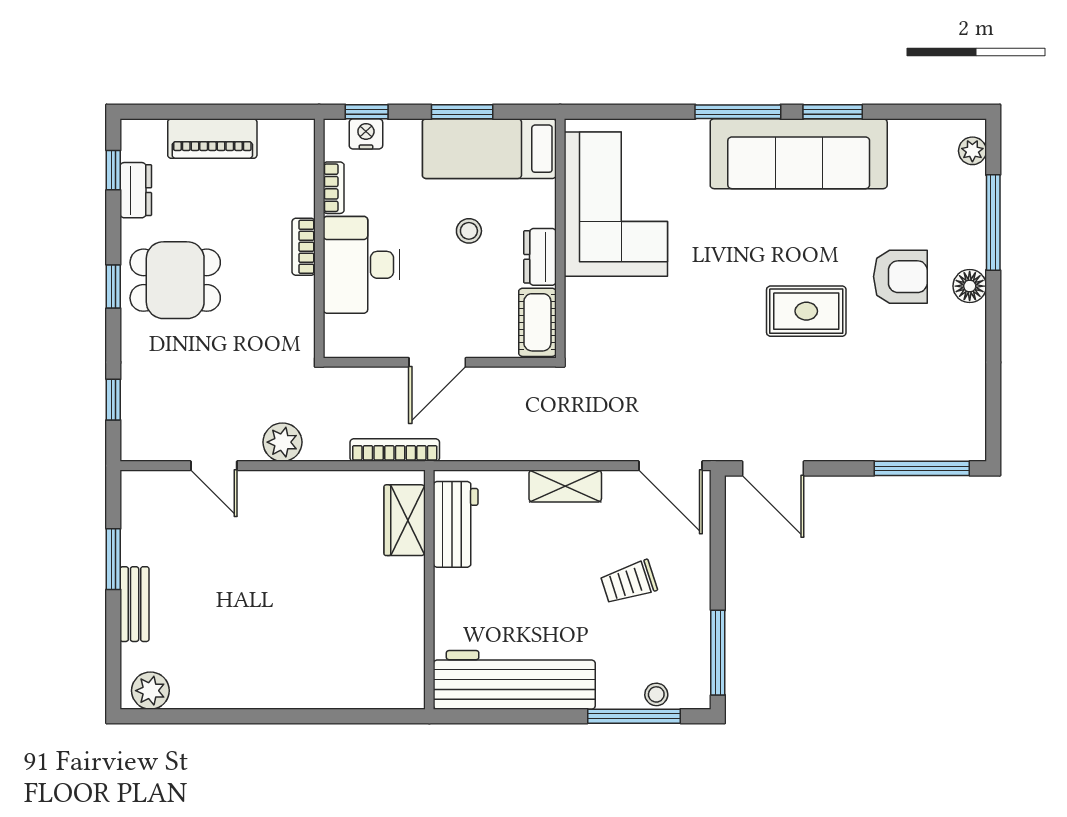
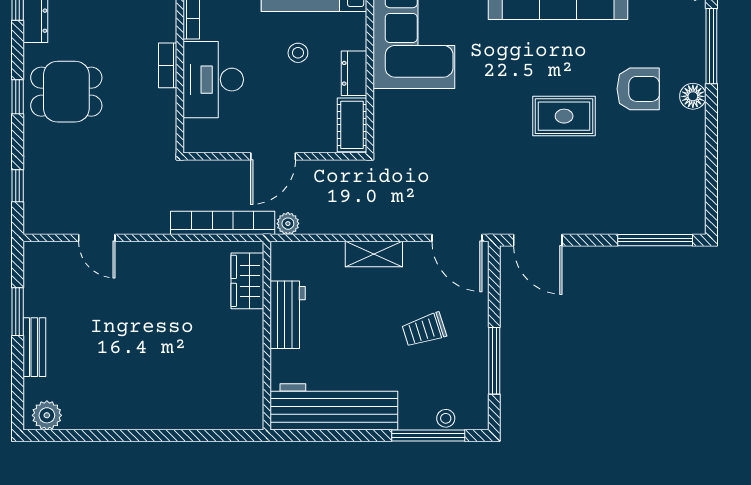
plant: (282, 442) -> (288, 224), moved, width x0.73, depth x0.73
bookcase: (395, 450) -> (223, 223), width x1.48, depth x1.31
workbench: (456, 524) -> (288, 315), moved
window: (718, 653) -> (494, 361), moved

